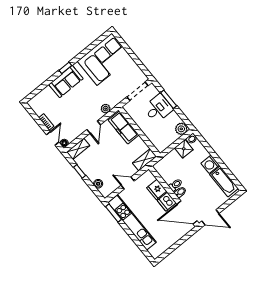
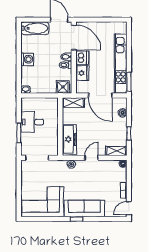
sofa: (66, 81) -> (84, 209), width x1.36
desk: (158, 108) -> (32, 122), moved
plant: (181, 129) -> (27, 103), removed
door: (53, 138) -> (129, 208), moved
shower: (184, 149) -> (63, 87), moved
bathtub: (224, 182) -> (35, 28), moved, turned 90
door: (128, 183) -> (100, 95), width x1.88

